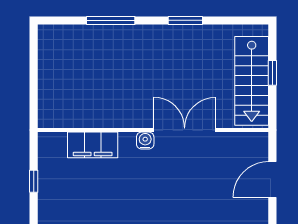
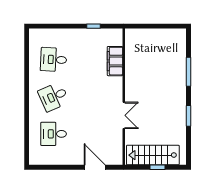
double door: (185, 130) -> (124, 115), width x0.73
water cooler: (145, 141) -> (118, 92), removed

